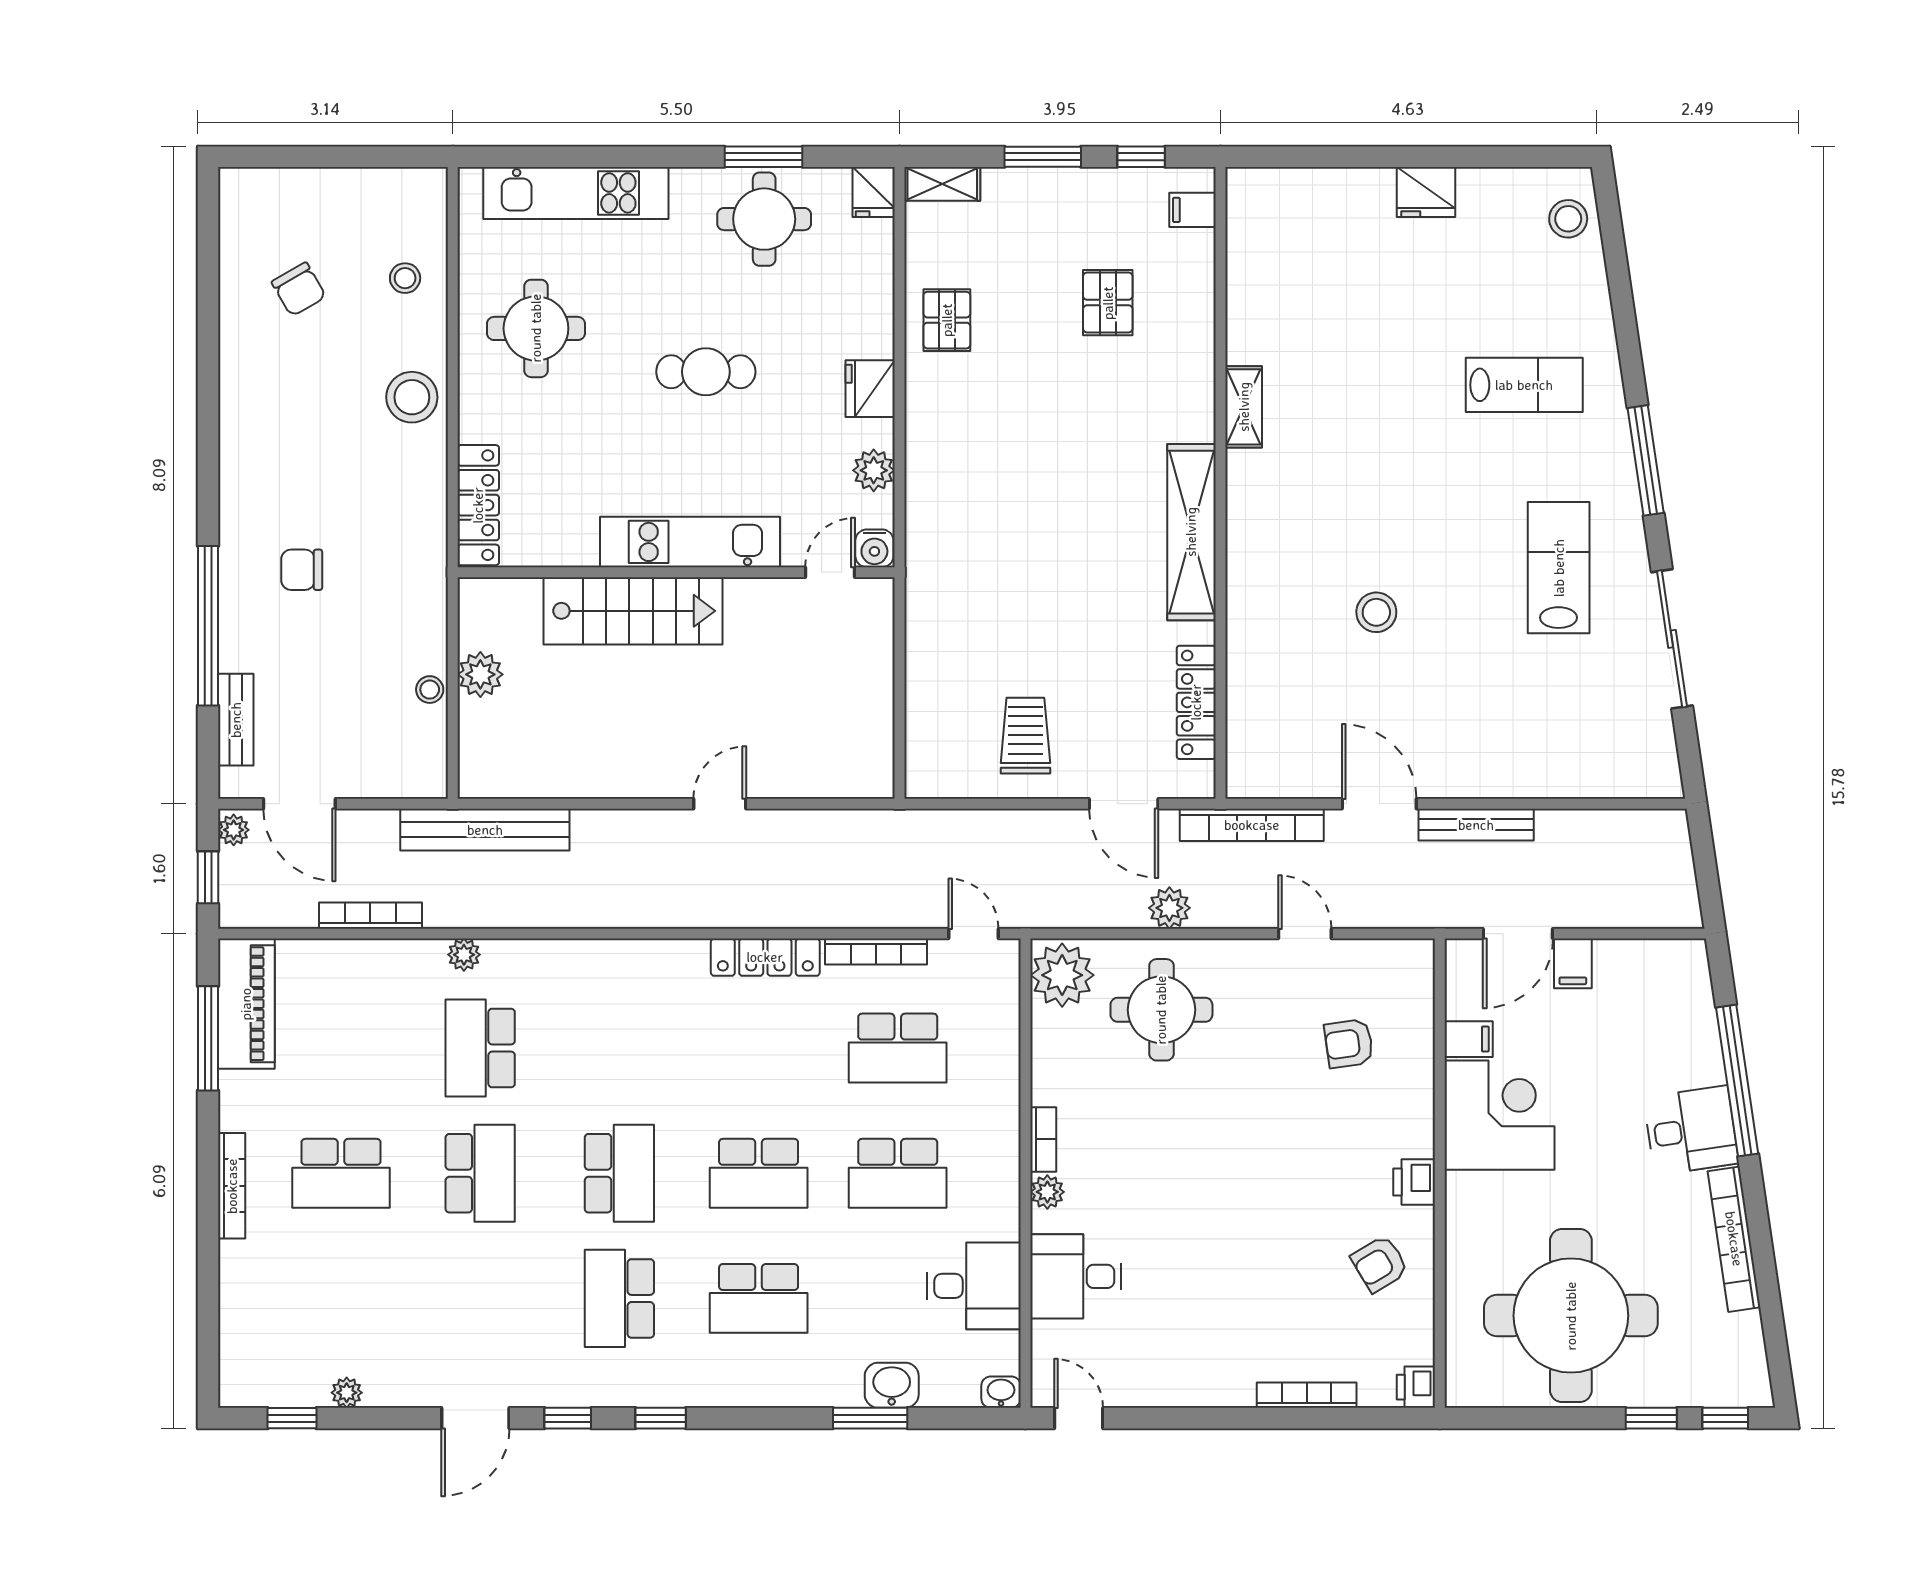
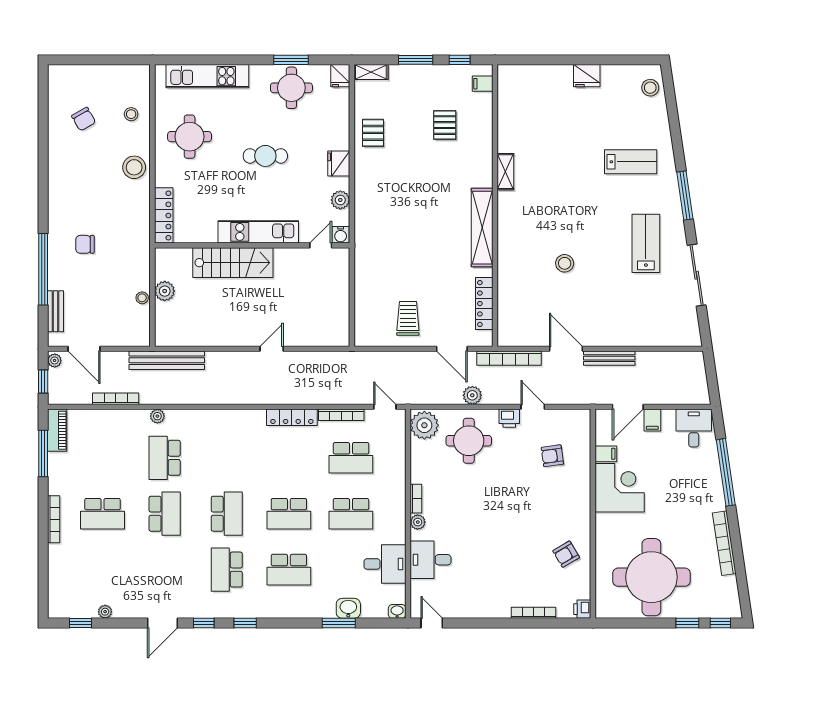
piano: (246, 1004) -> (57, 430), width x0.73, depth x0.75
desk: (1691, 1130) -> (694, 428), moved, turned -82
printer: (1414, 1182) -> (509, 418), moved, turned -90

